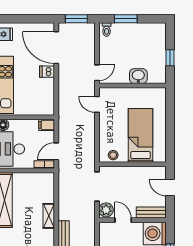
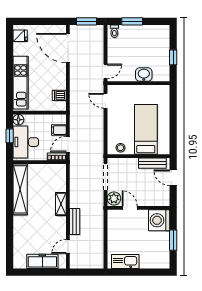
dishwasher: (47, 72) -> (59, 95), moved
filing cabinet: (47, 125) -> (59, 130), moved
bench: (151, 213) -> (152, 163), moved

